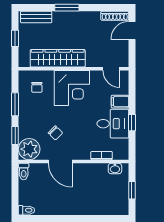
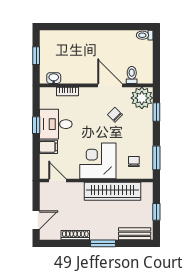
shoe rack: (115, 16) -> (75, 235), moved
window: (15, 104) -> (156, 158), moved
toilet: (24, 171) -> (132, 75), moved

